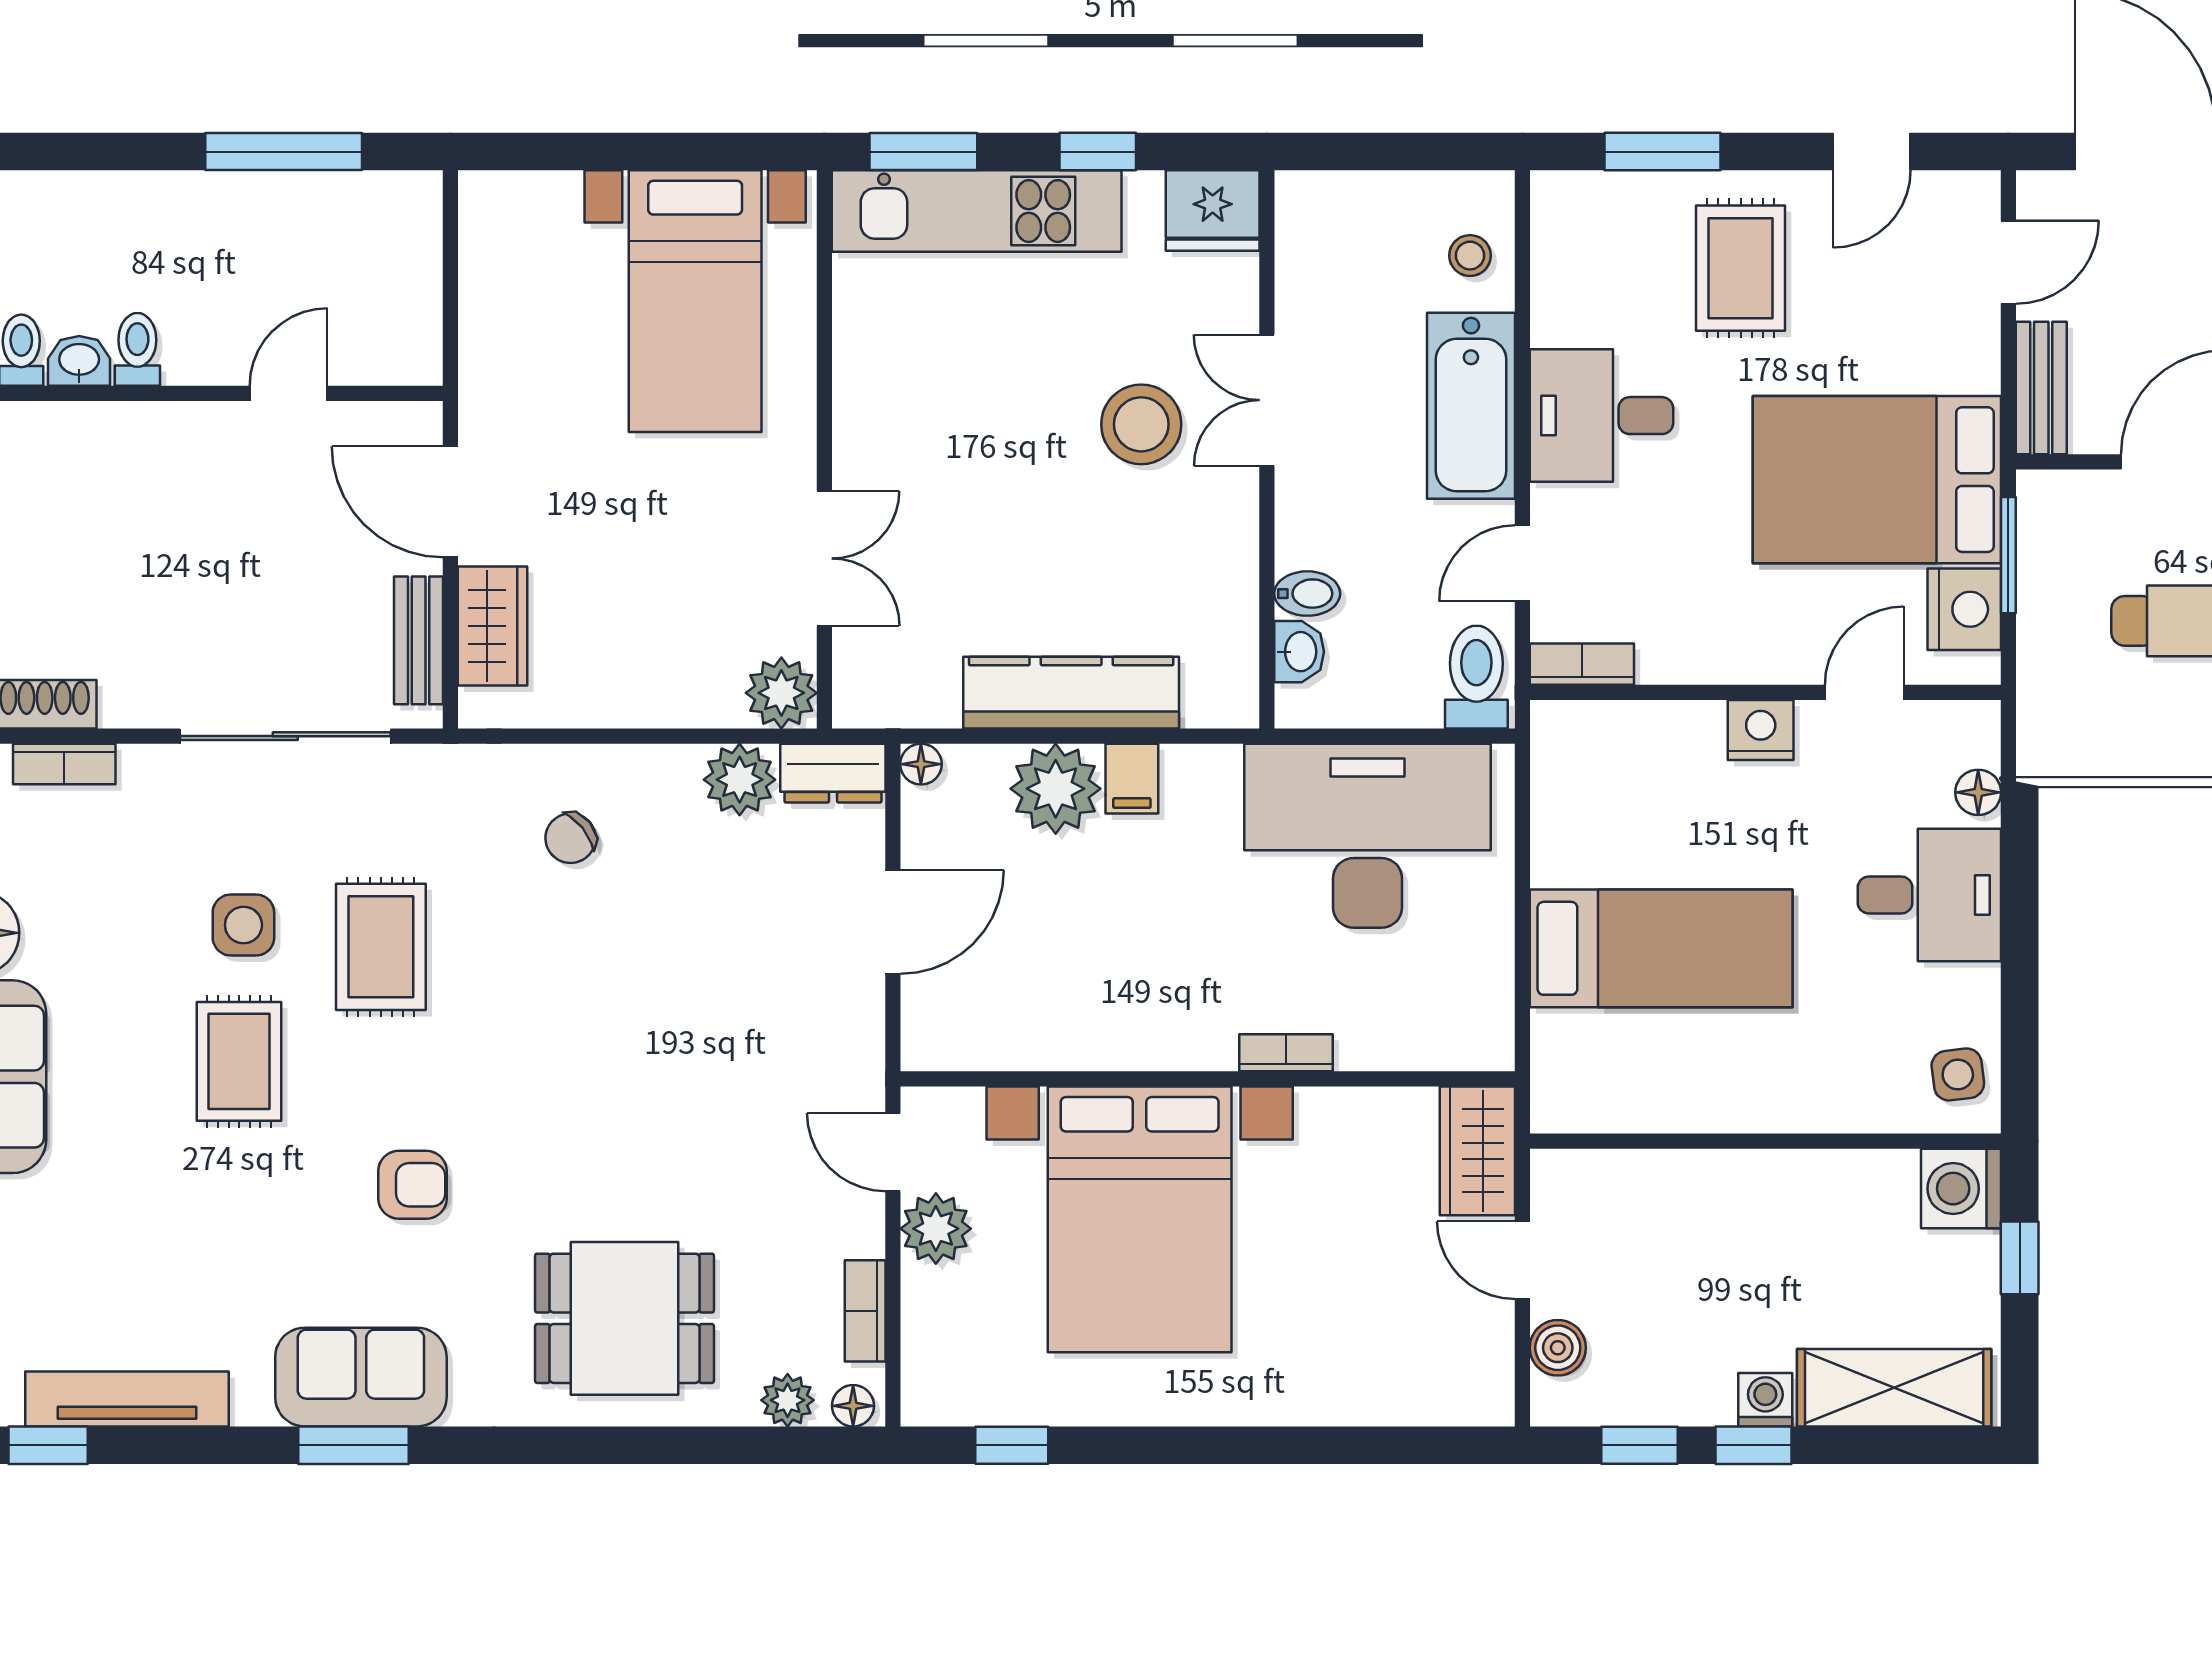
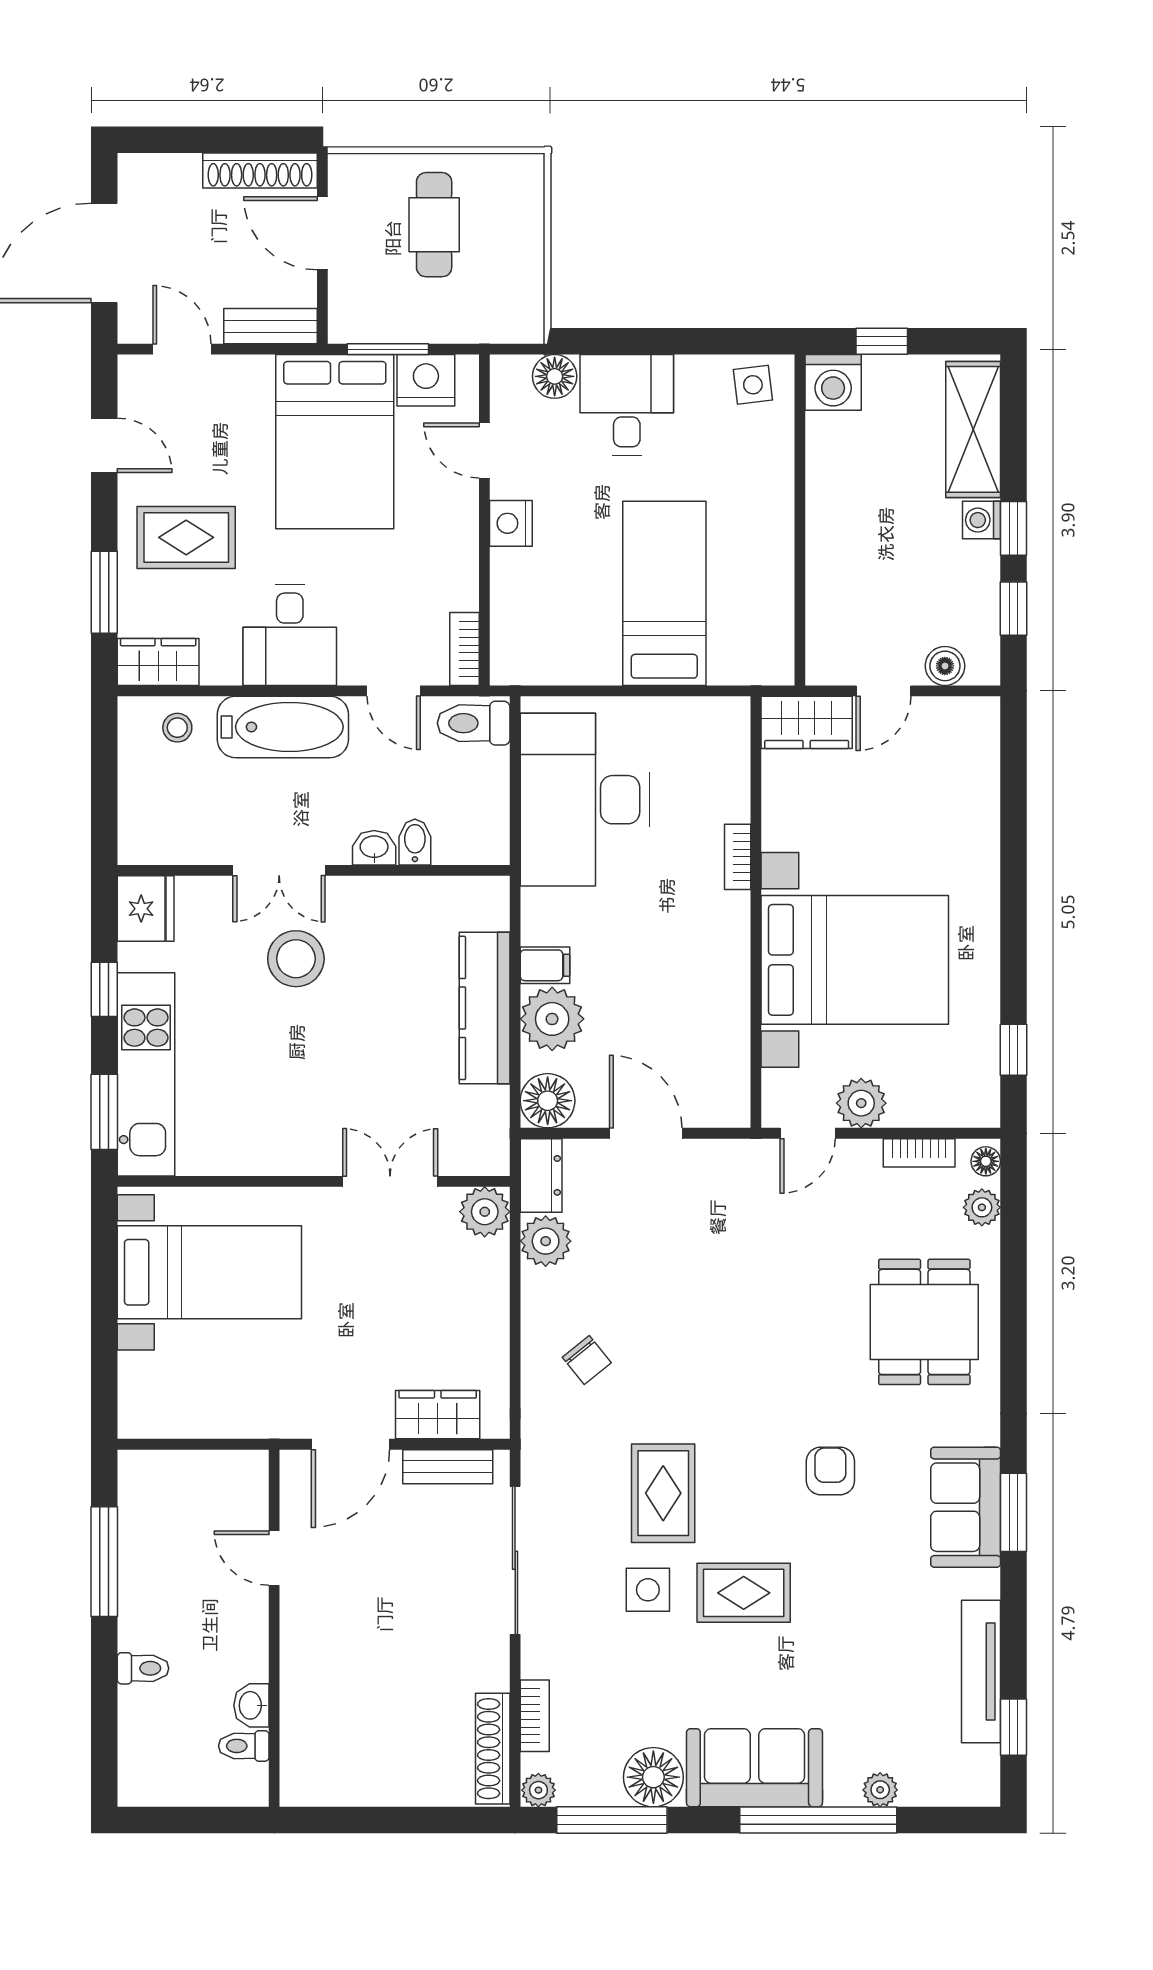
wardrobe: (1563, 228) -> (158, 662), added
toilet: (137, 349) -> (143, 1668), moved, turned 180
washbasin: (1299, 652) -> (374, 848), moved
floor lamp: (921, 764) -> (548, 1101), width x1.89, depth x1.89
floor lamp: (1978, 792) -> (555, 376), width x1.37, depth x1.37
rug: (381, 947) -> (663, 1493), turned 90

